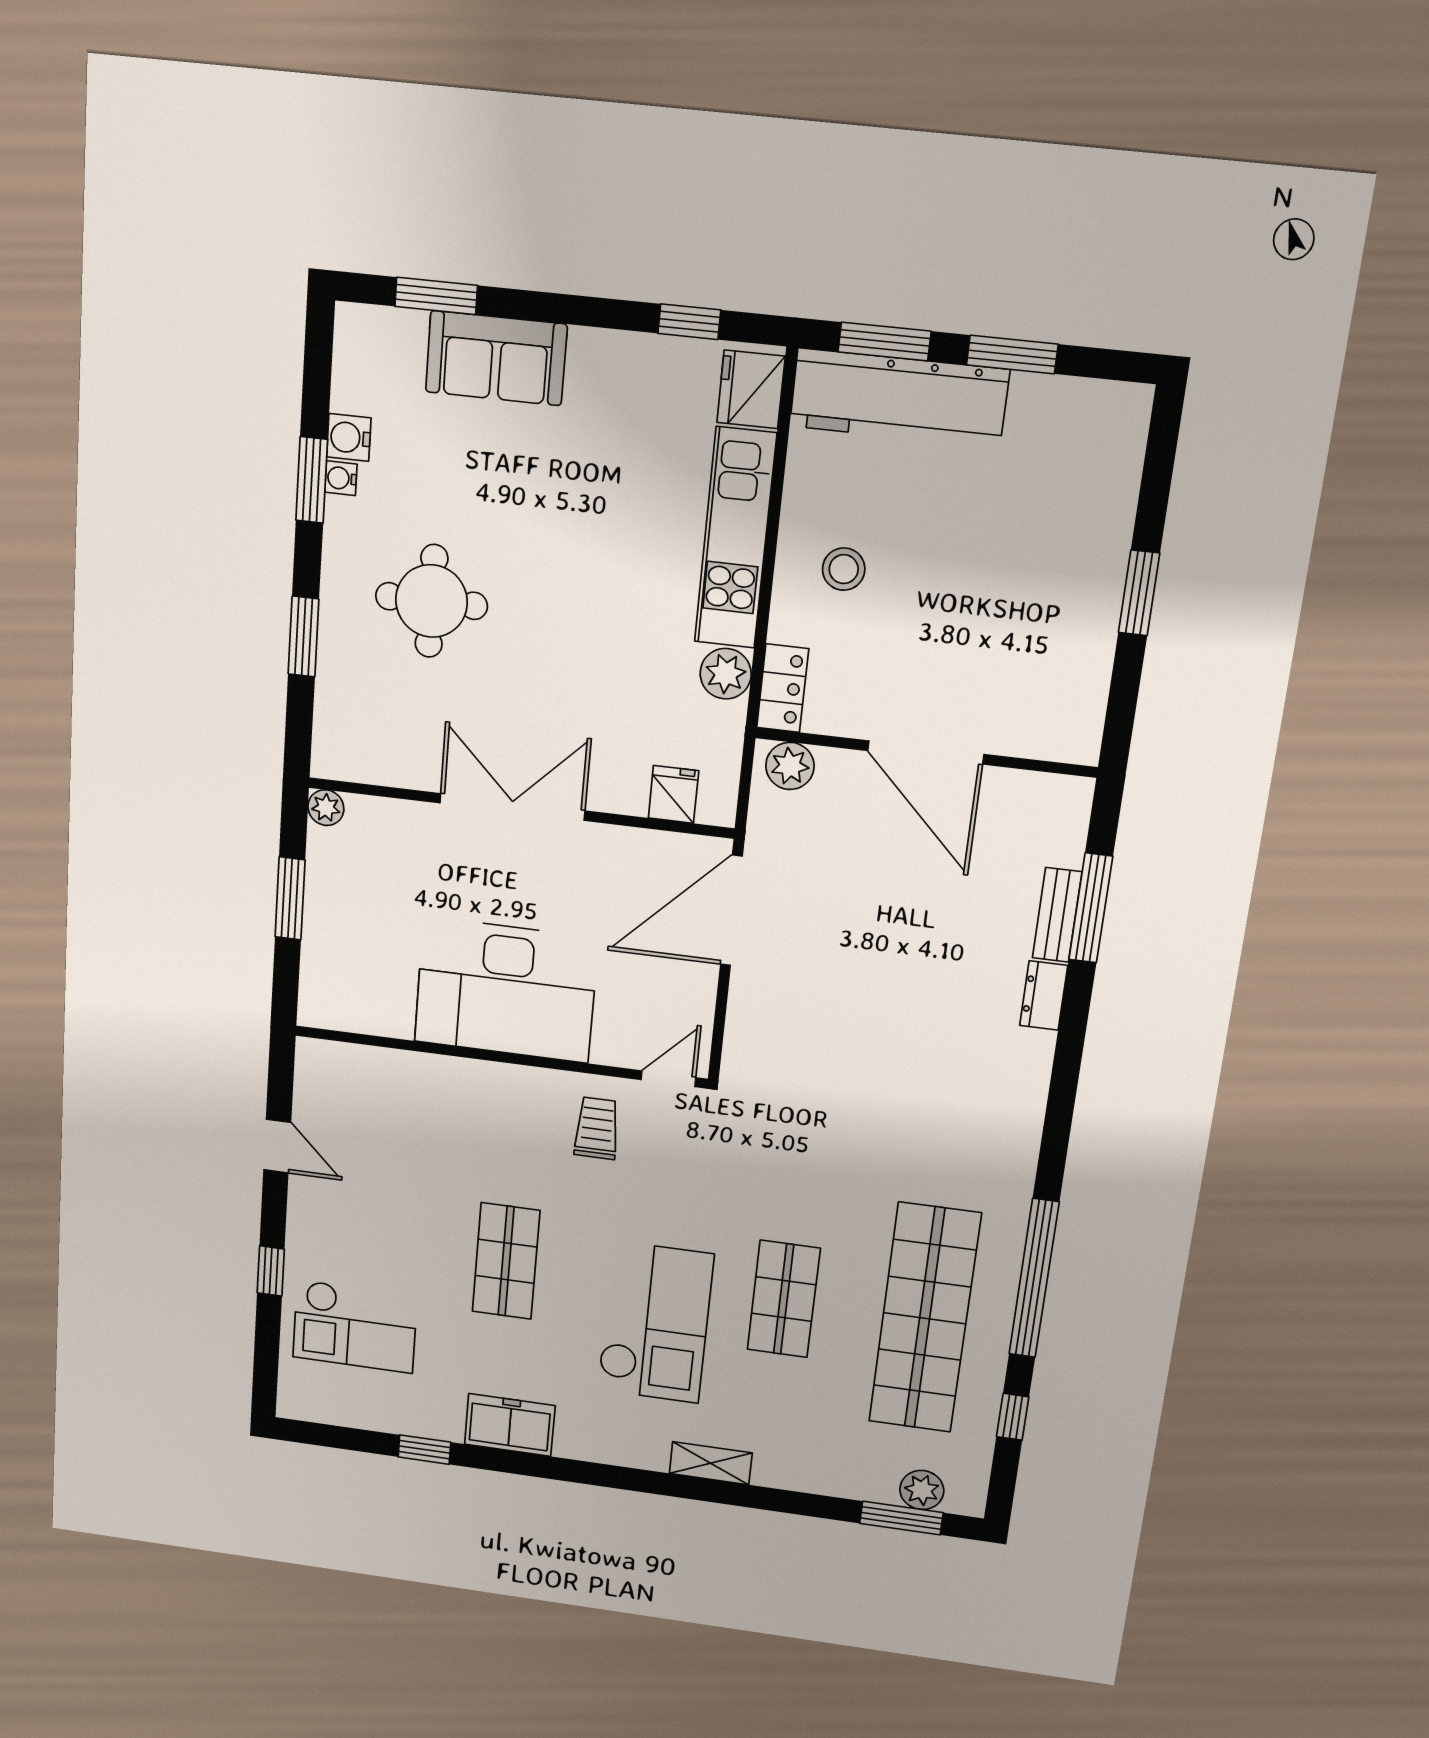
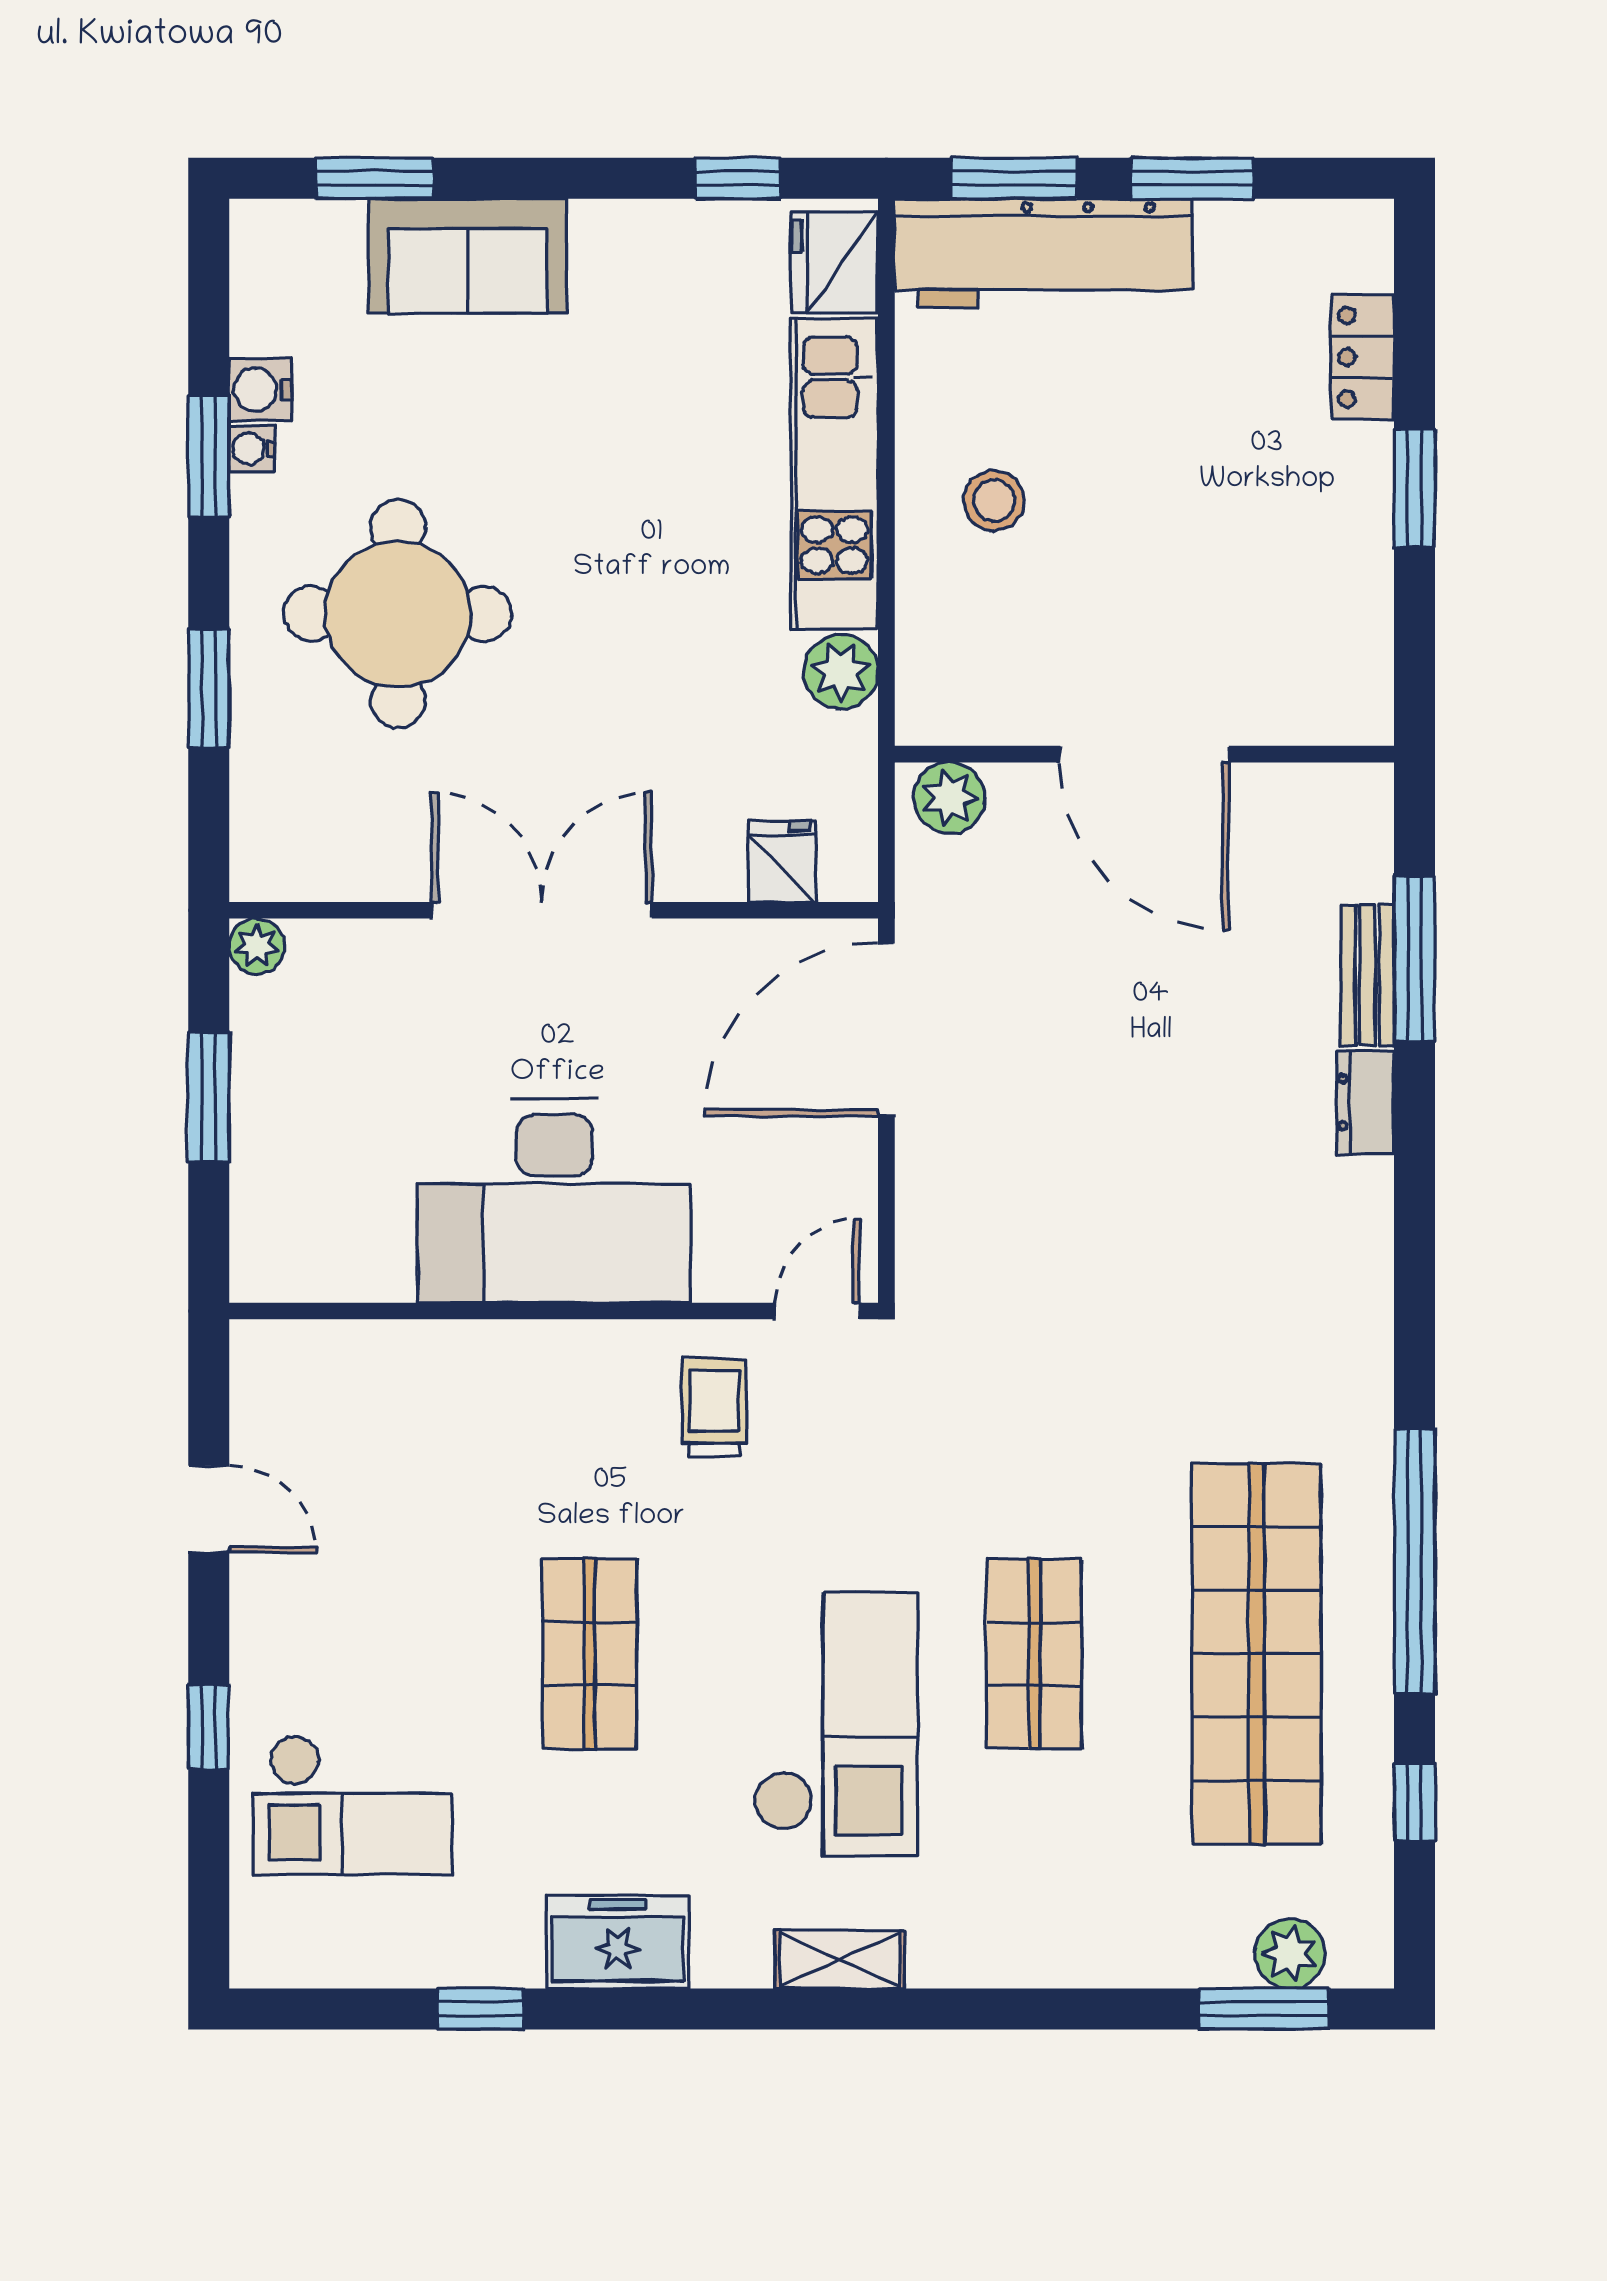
round table: (432, 601) -> (398, 614), width x1.36, depth x1.36
locker: (783, 688) -> (1363, 357), moved, turned 180
shelving: (711, 1463) -> (840, 1959), moved

